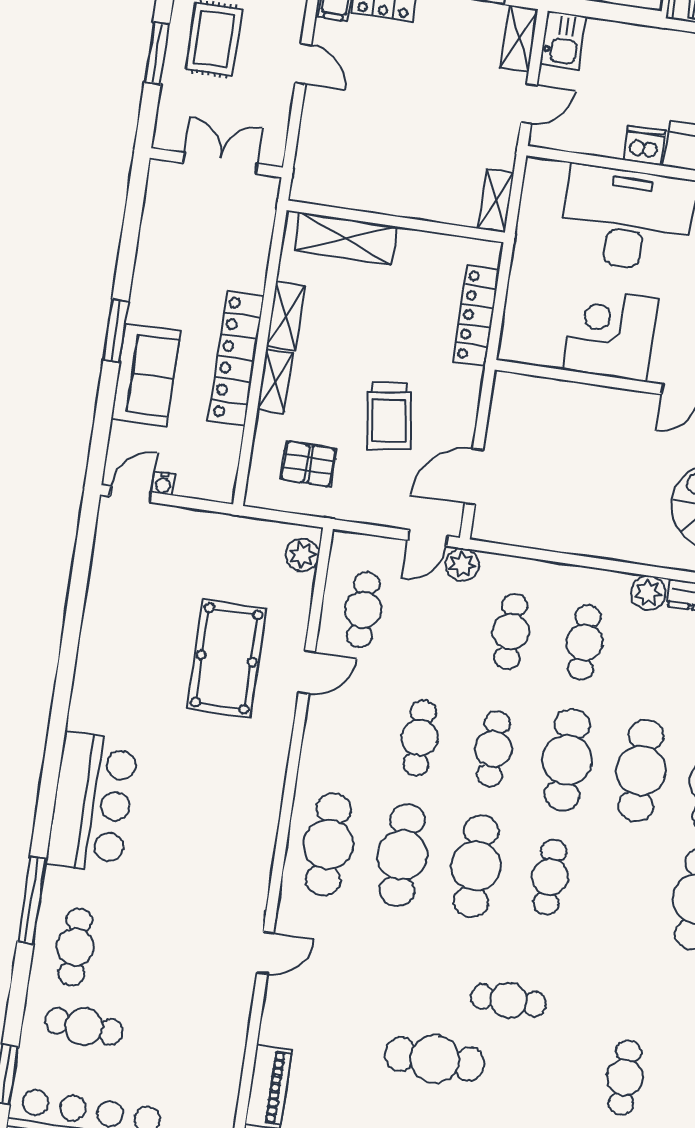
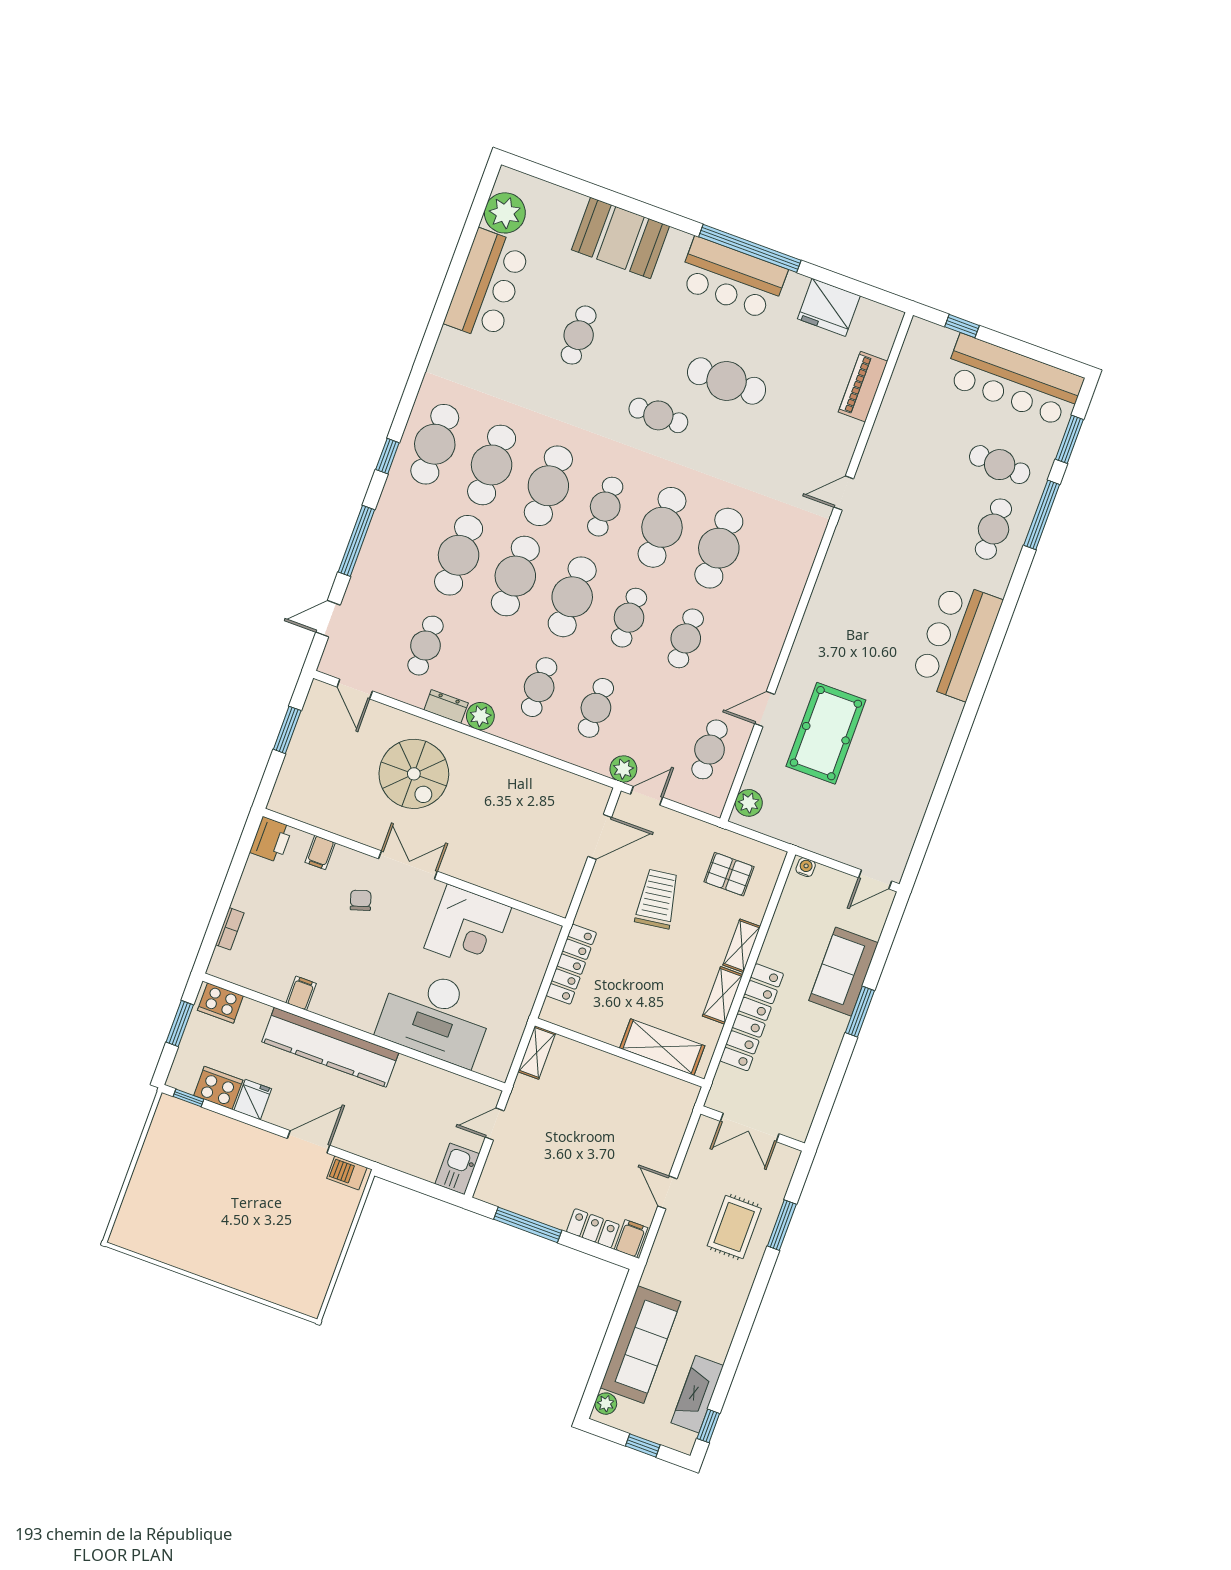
shelving: (519, 39) -> (492, 1177), removed
dishwasher: (644, 145) -> (410, 1072), removed
locker: (236, 358) -> (752, 1017), moved
water cooler: (163, 484) -> (806, 867), moved
cafe table: (328, 844) -> (548, 486), moved
window: (32, 900) -> (1042, 515), moved

